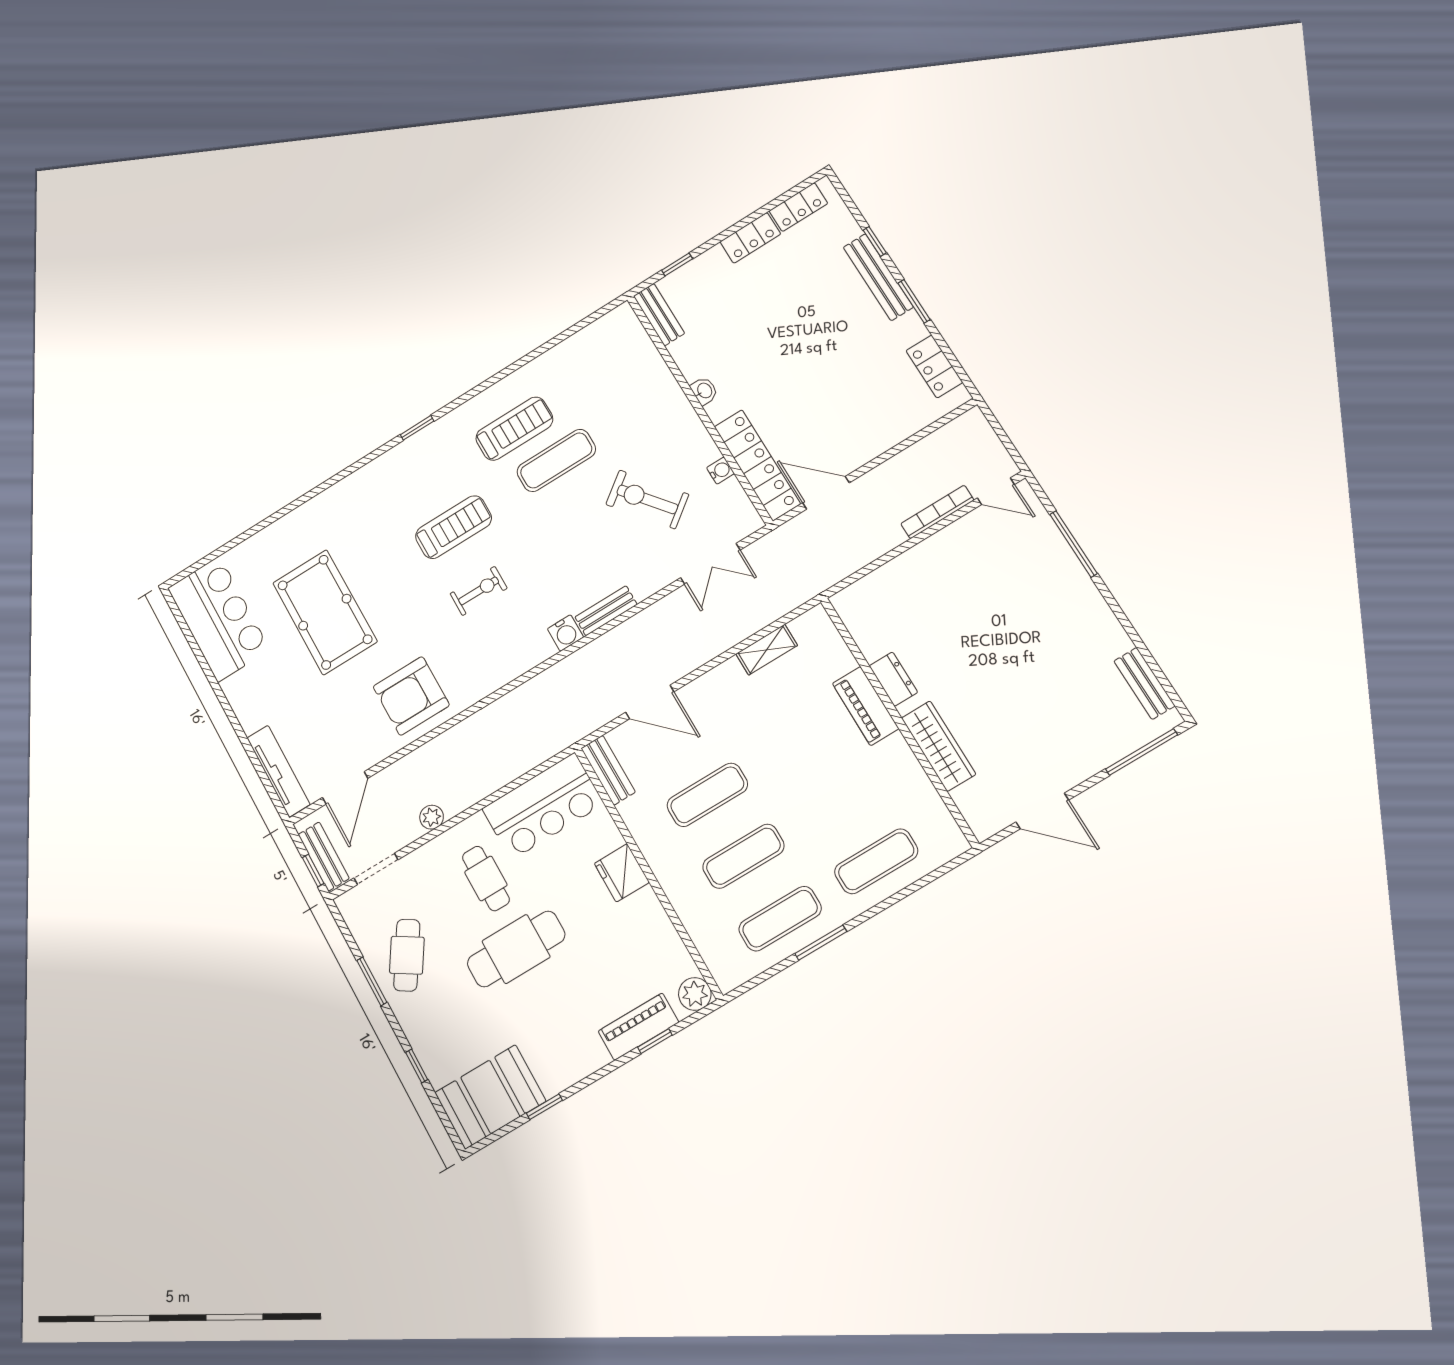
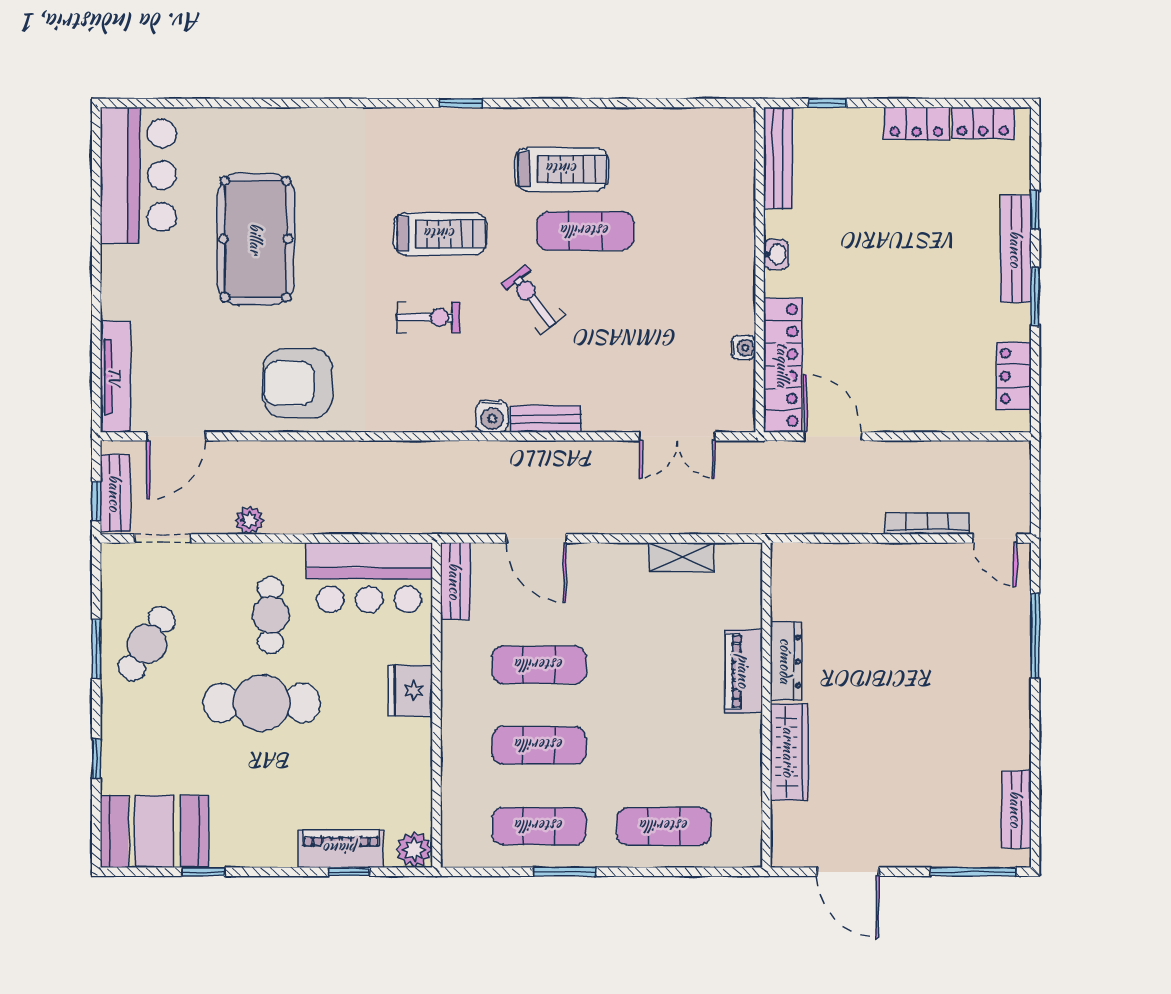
bench: (659, 315) -> (778, 158), width x1.36
exercise bike: (647, 499) -> (533, 300), moved, width x0.73, depth x0.72
dresser: (893, 679) -> (786, 661), width x1.44

